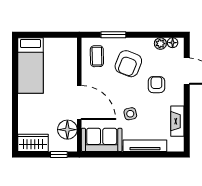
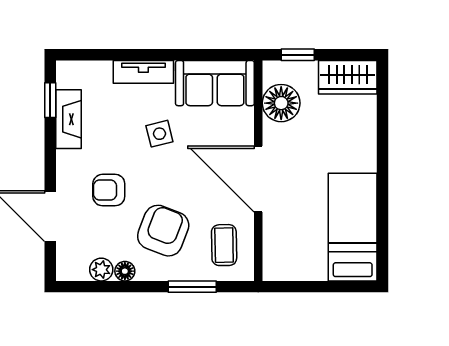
floor lamp: (173, 43) -> (125, 271), moved
armchair: (156, 85) -> (109, 190), turned 90
door: (79, 103) -> (258, 179), moved
window: (187, 131) -> (50, 100), added
tv unit: (145, 146) -> (143, 72), width x0.71

